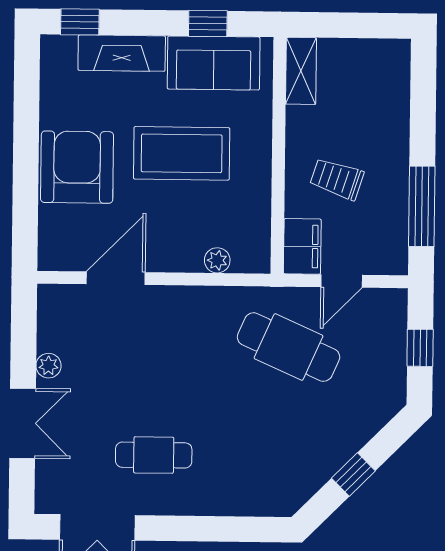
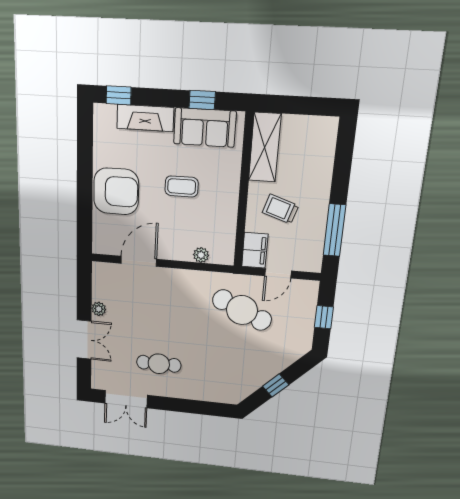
shelving: (301, 71) -> (265, 147), width x1.50, depth x1.33
coffee table: (182, 153) -> (182, 186), width x0.54, depth x0.58
armchair: (77, 167) -> (116, 191), turned 90

